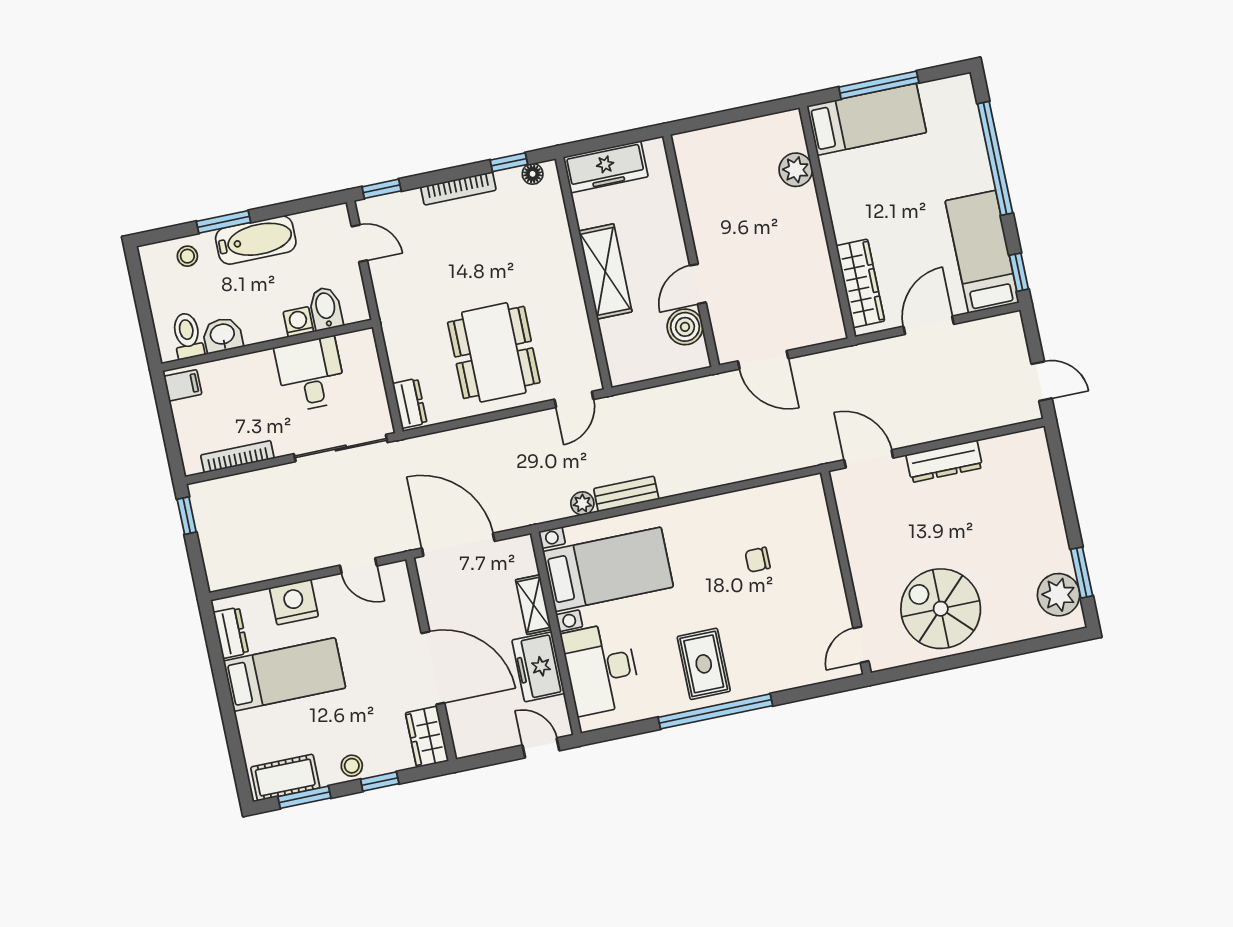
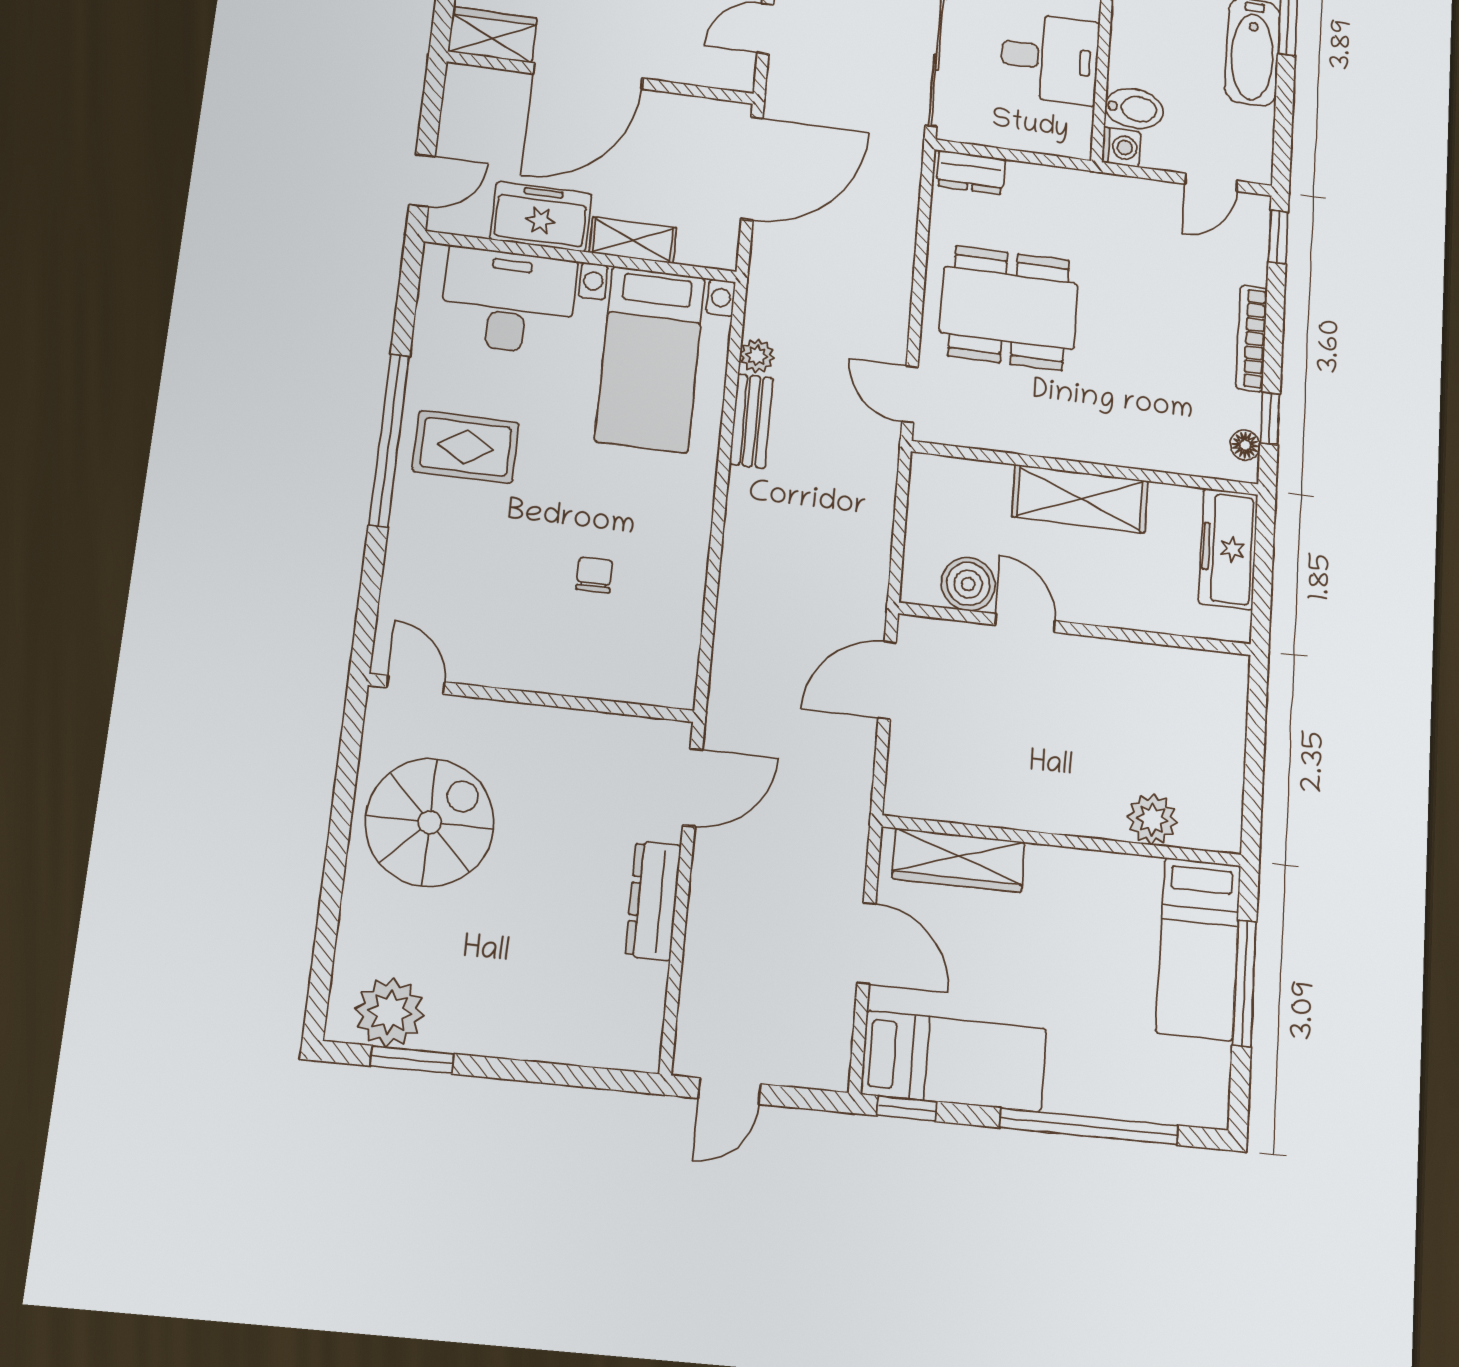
washing machine: (298, 322) -> (1121, 147), moved

